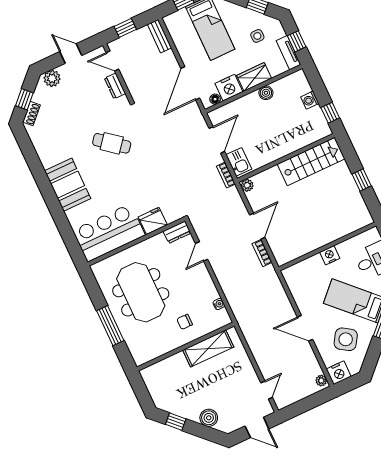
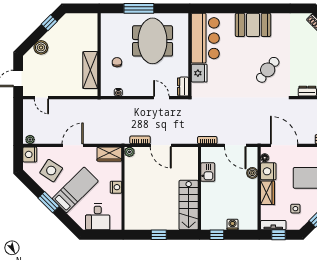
boiler: (266, 93) -> (252, 173), moved
kitchen sink: (239, 162) -> (208, 172), moved, turned -90
plant: (247, 185) -> (129, 152), moved
wardrobe: (295, 281) -> (109, 154), added
meeting table: (141, 292) -> (153, 41), turned 90

